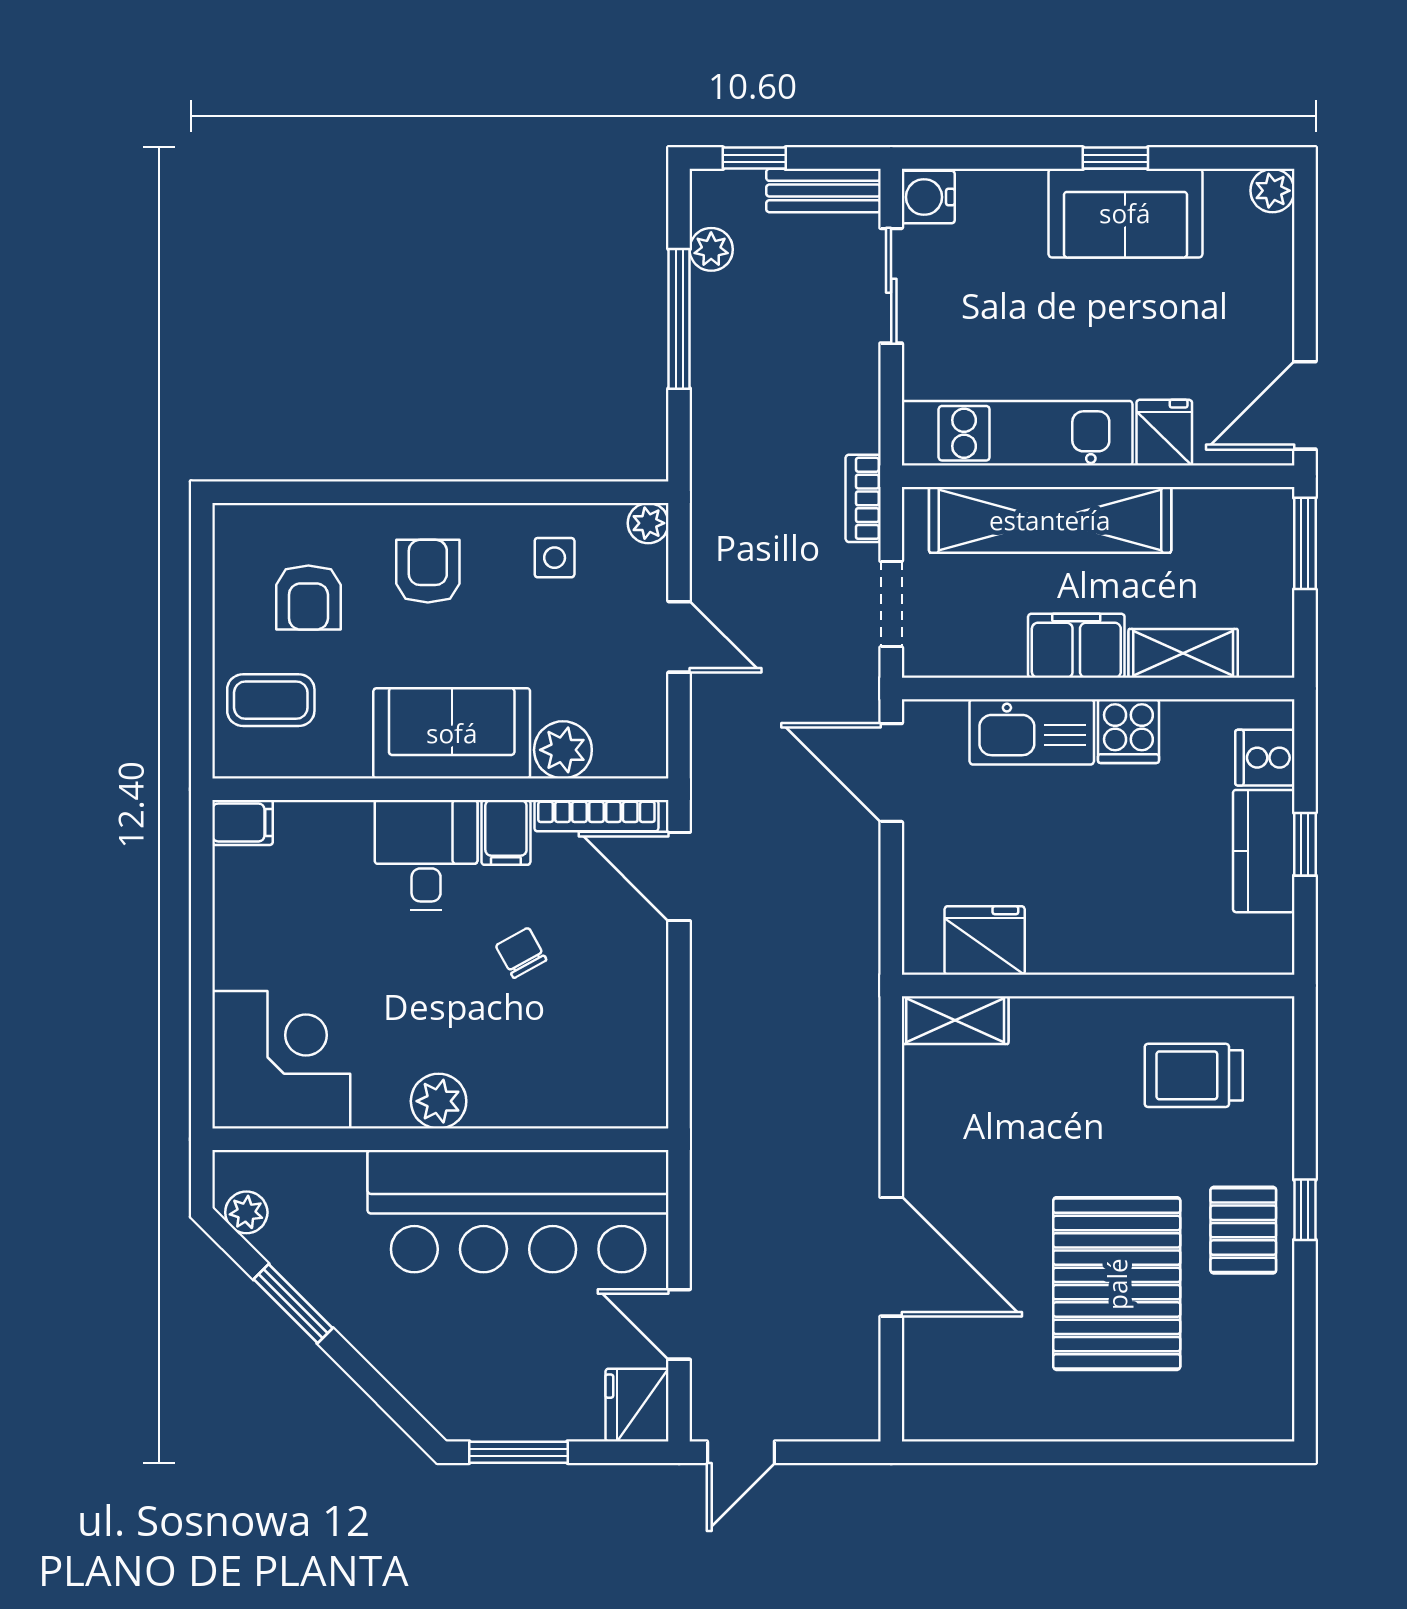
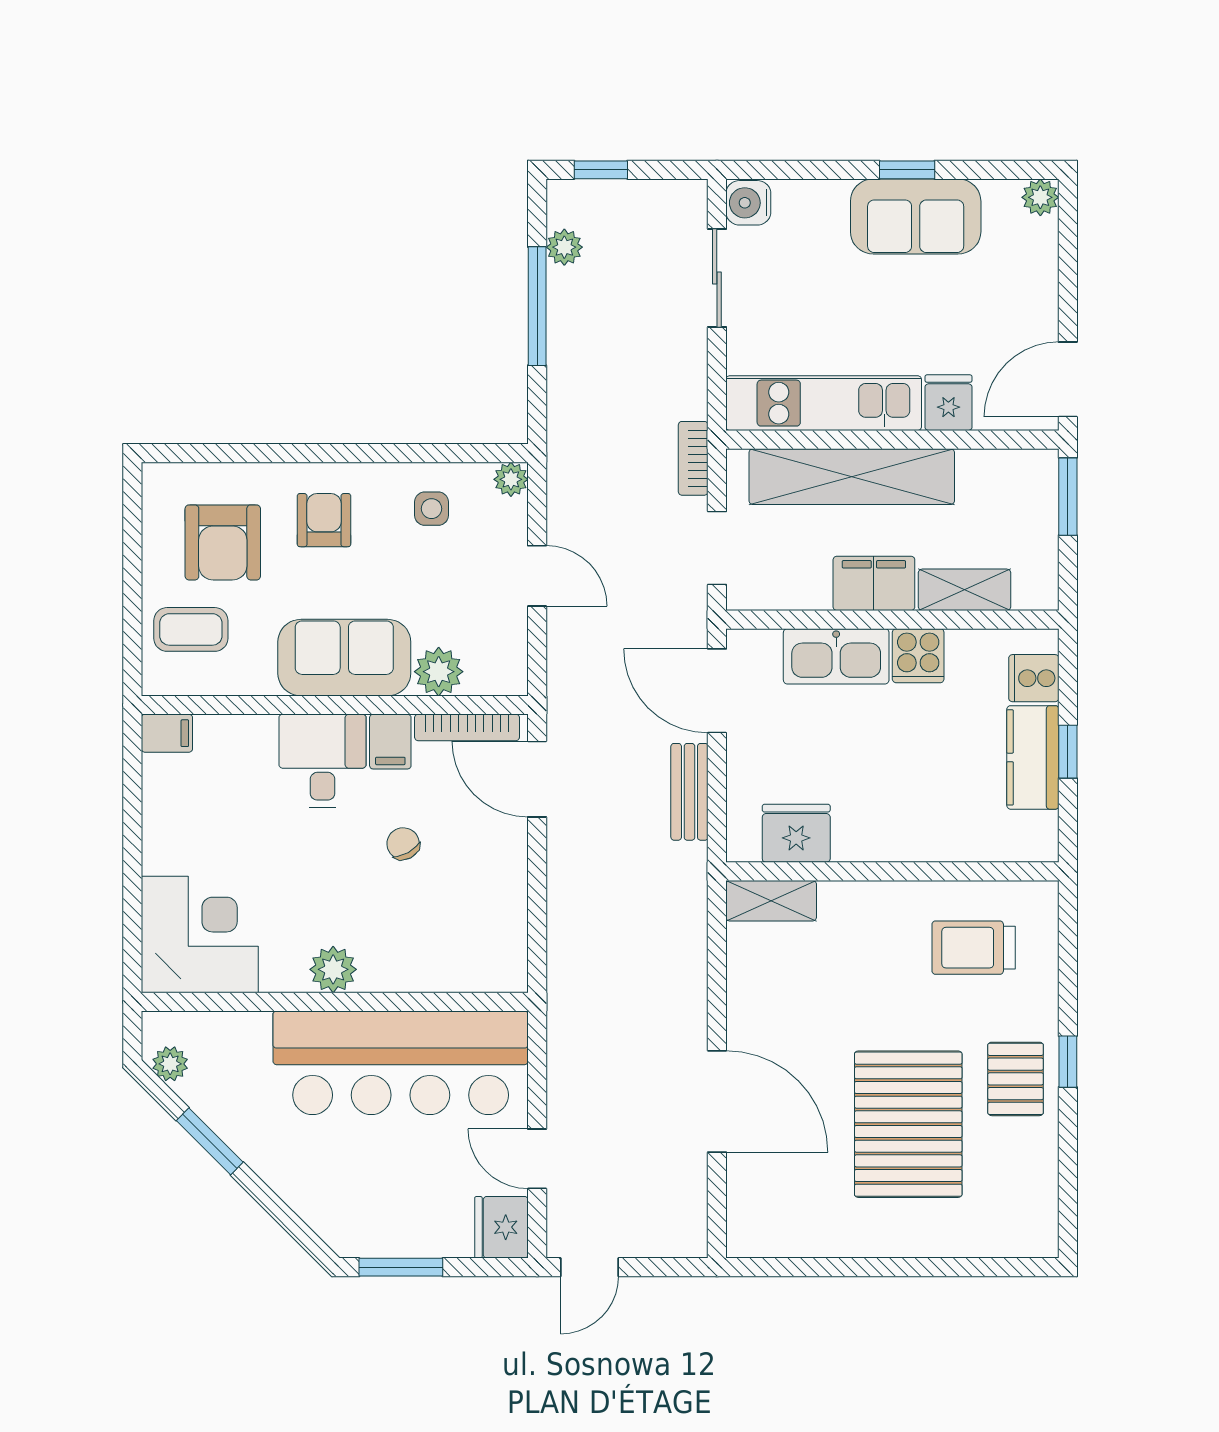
bench: (823, 191) -> (689, 792), moved, turned 90
armchair: (308, 598) -> (223, 542), width x1.38, depth x1.38

